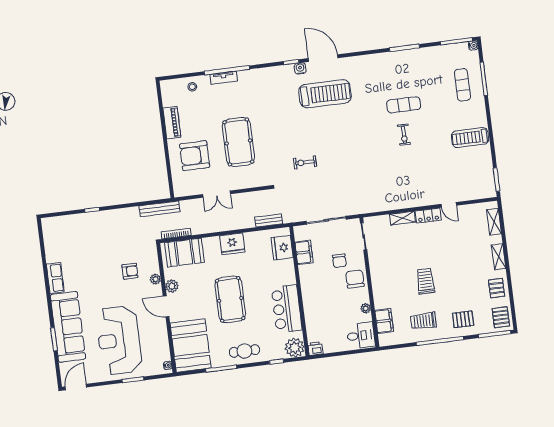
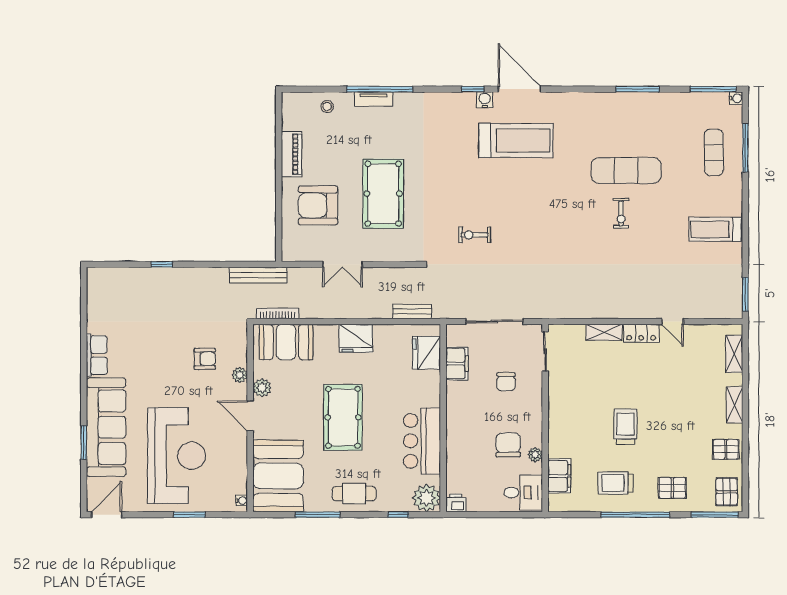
exercise mat: (404, 105) -> (626, 170), width x1.36, depth x1.45
chair: (355, 279) -> (508, 445), moved
pallet: (497, 288) -> (726, 449), turned 90
reception desk: (119, 340) -> (177, 456), turned 180

